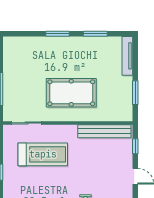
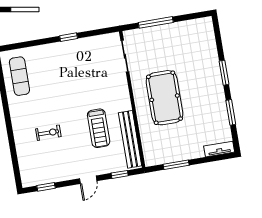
tv unit: (127, 56) -> (219, 149), width x0.71
treadmill: (43, 154) -> (99, 128), moved, width x0.73, depth x0.73

